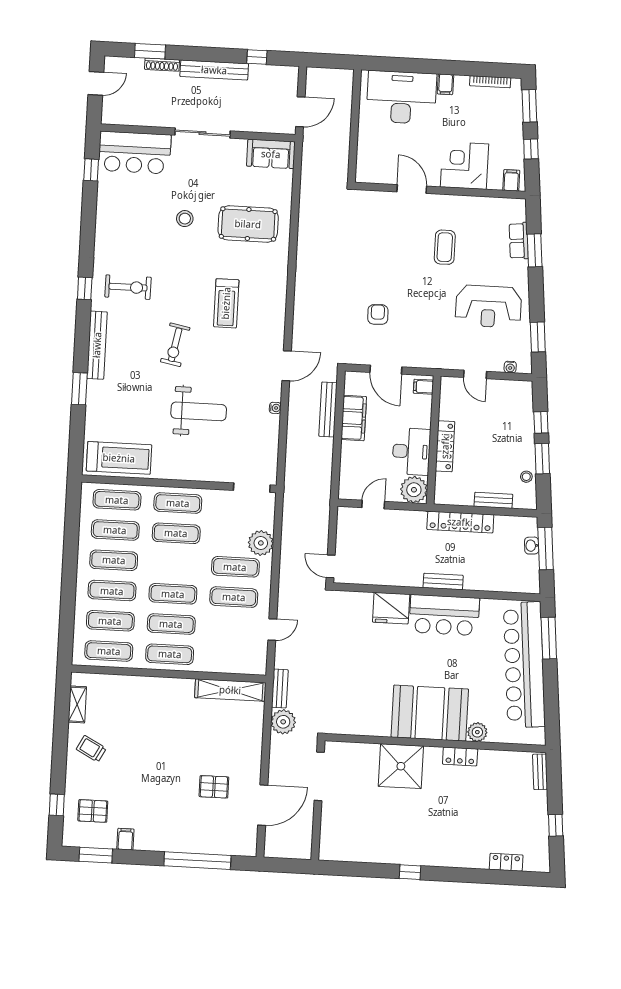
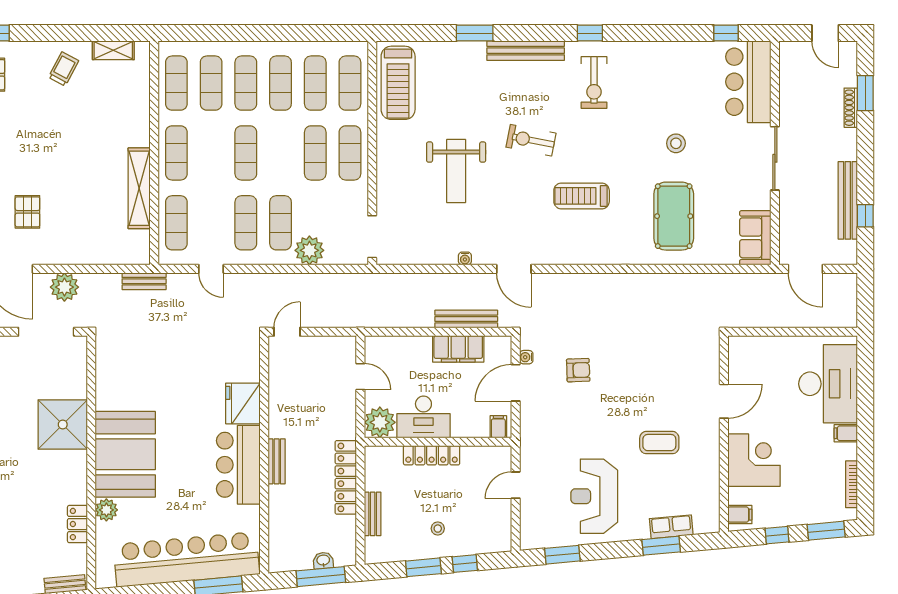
bench: (214, 70) -> (848, 200), moved
water cooler: (510, 367) -> (526, 357), moved
stool: (526, 477) -> (438, 529), moved
exercise mat: (171, 624) -> (176, 223), moved
shelving: (230, 690) -> (139, 188), moved
plant: (283, 722) -> (64, 287), moved
locker: (460, 757) -> (77, 524), moved

